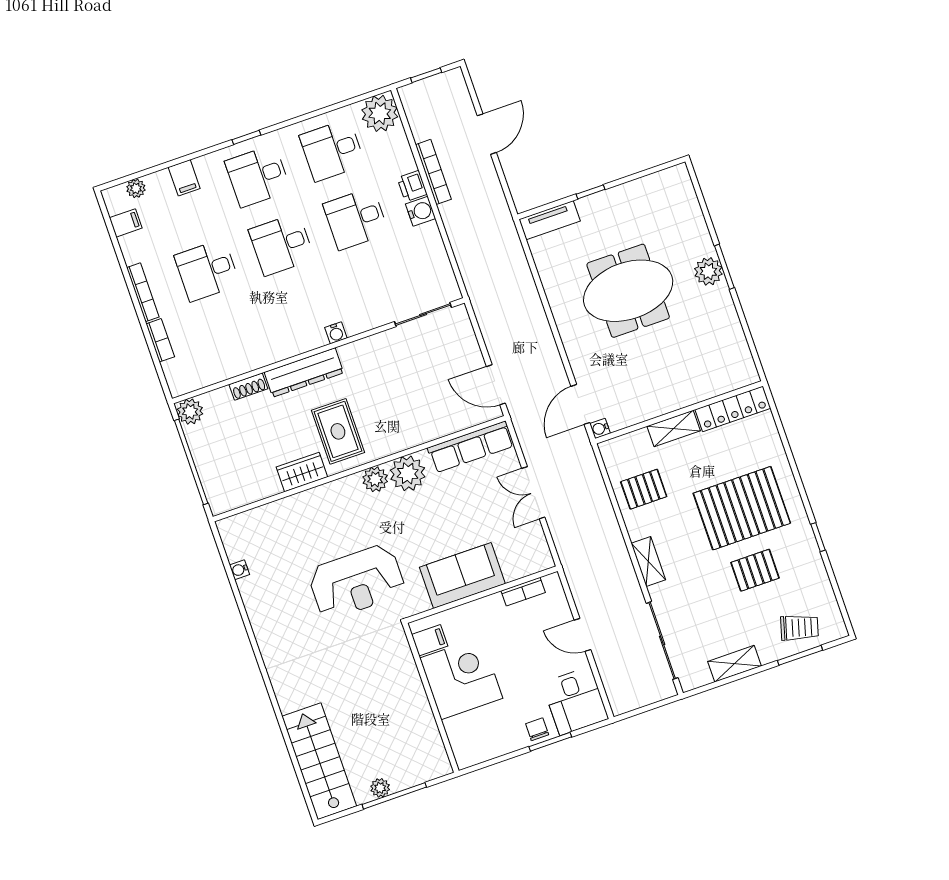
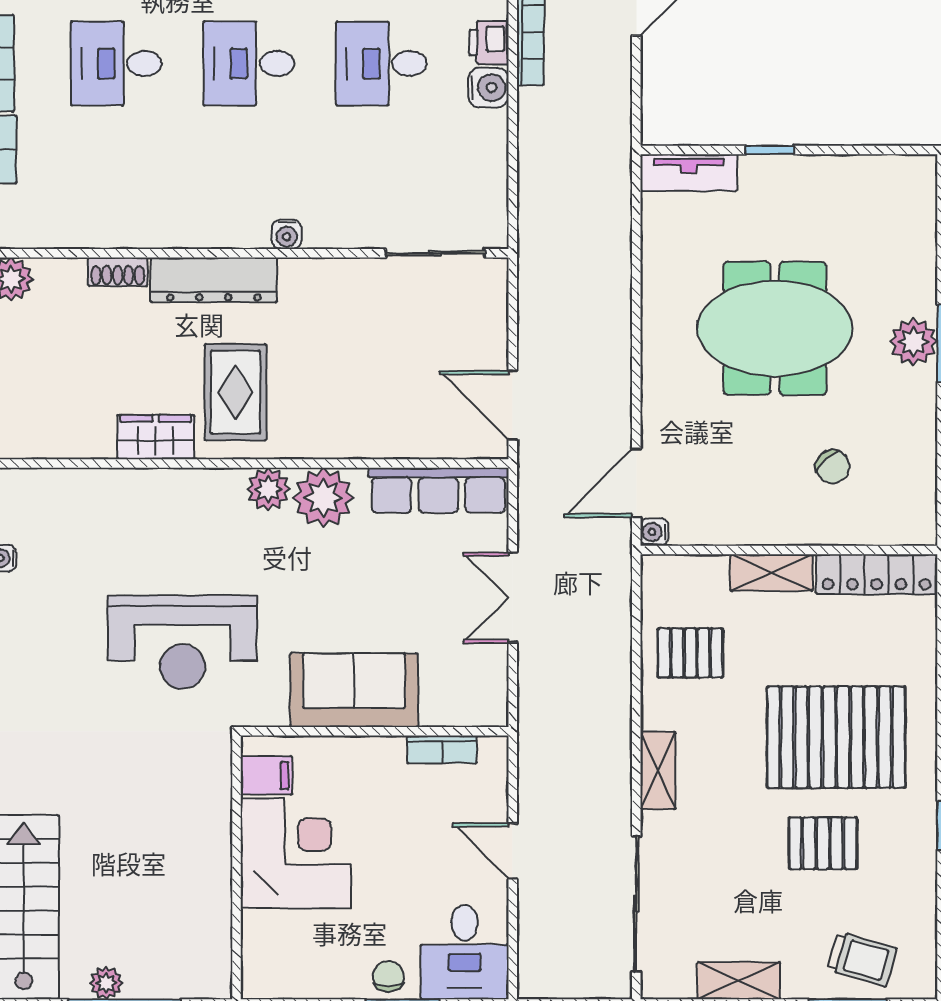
chair: (687, 357) -> (833, 467), added

